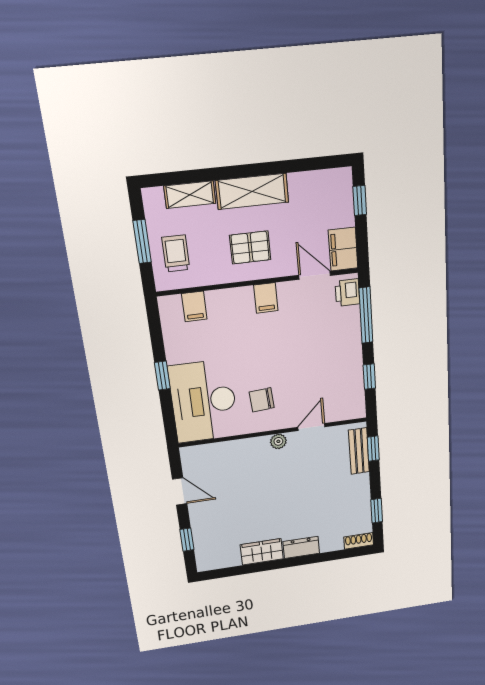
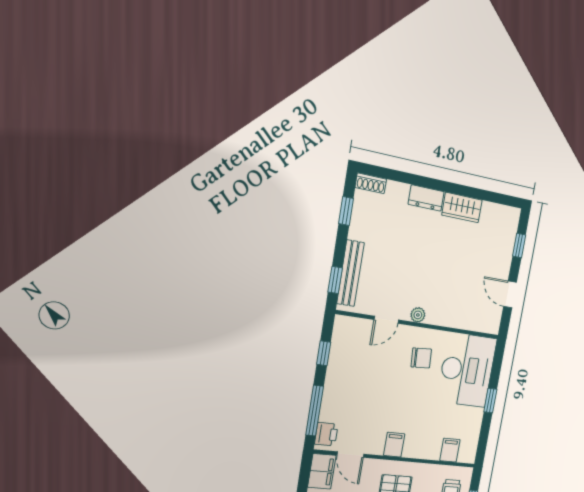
bench: (359, 451) -> (350, 273), width x1.36

